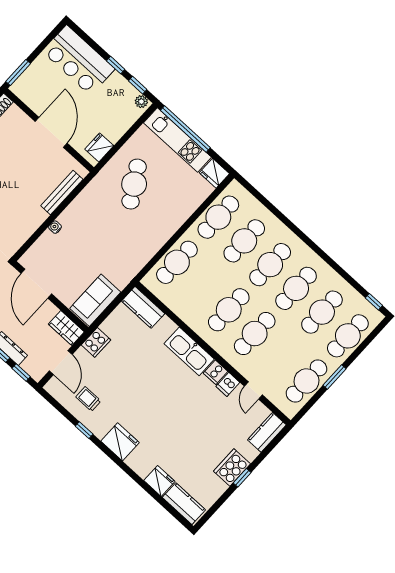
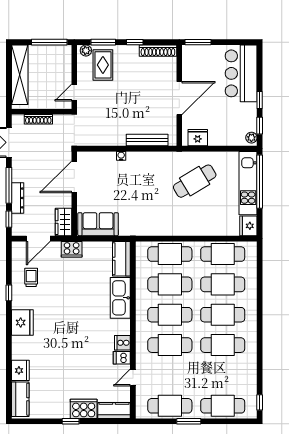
cafe table: (322, 312) -> (170, 284), moved
kitchen sink: (189, 351) -> (120, 298), moved
cooker: (232, 468) -> (84, 409), moved

